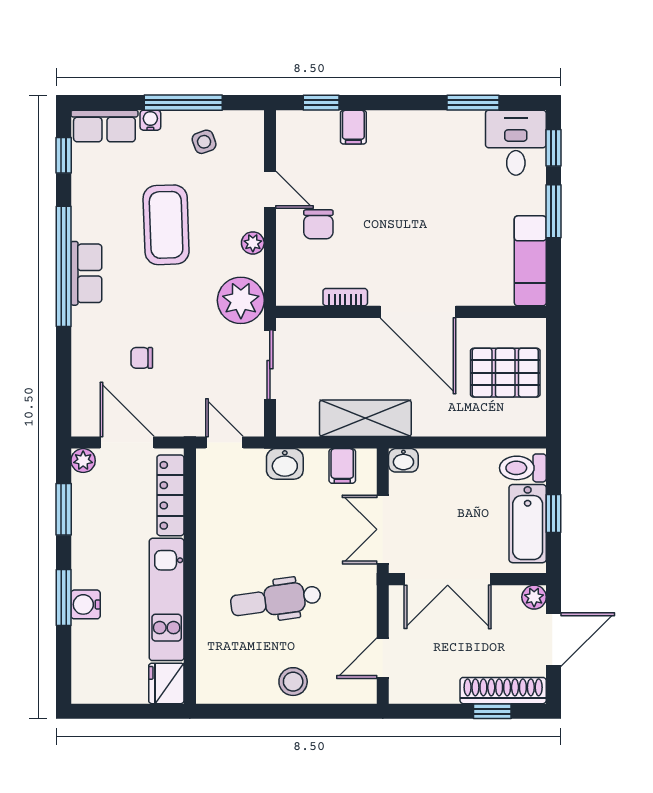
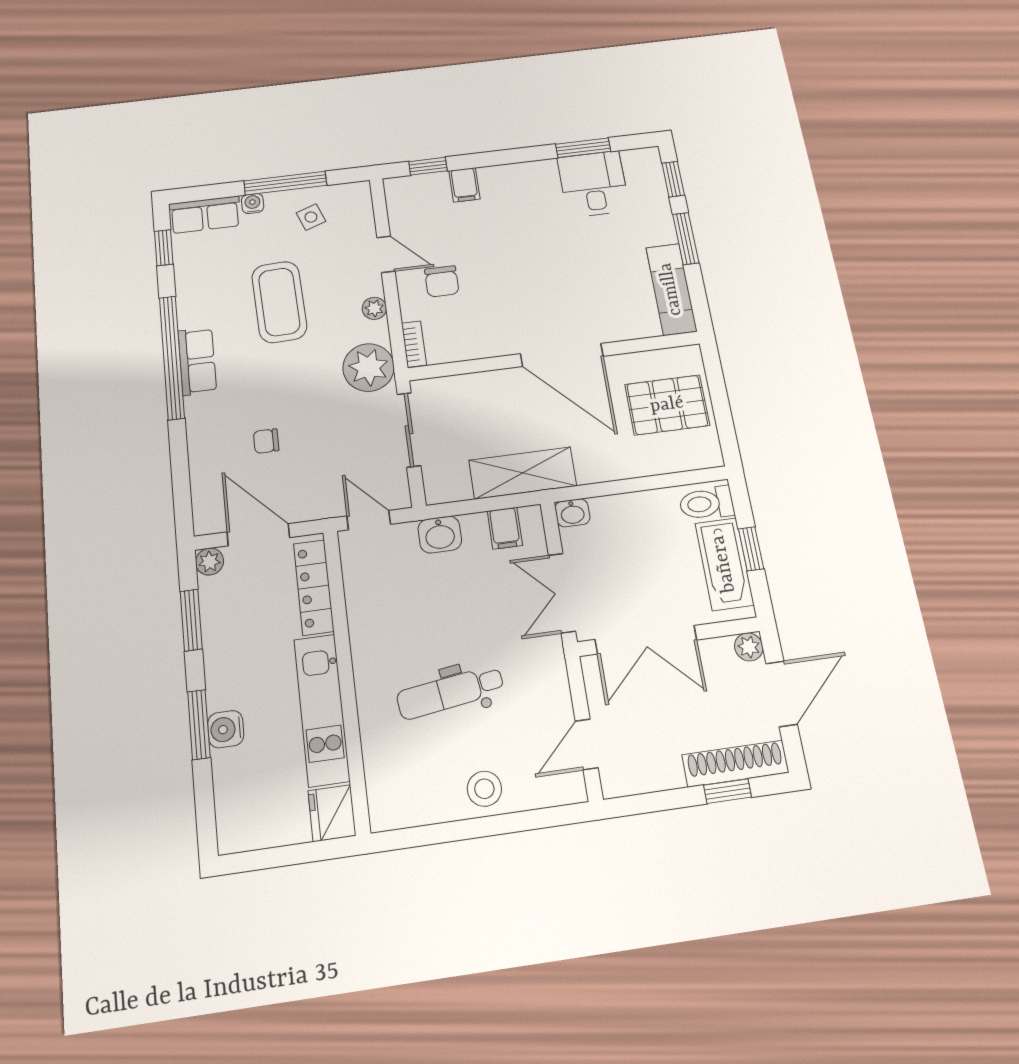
desk: (516, 143) -> (593, 184), moved
bookcase: (345, 297) -> (414, 344), moved, turned 90

